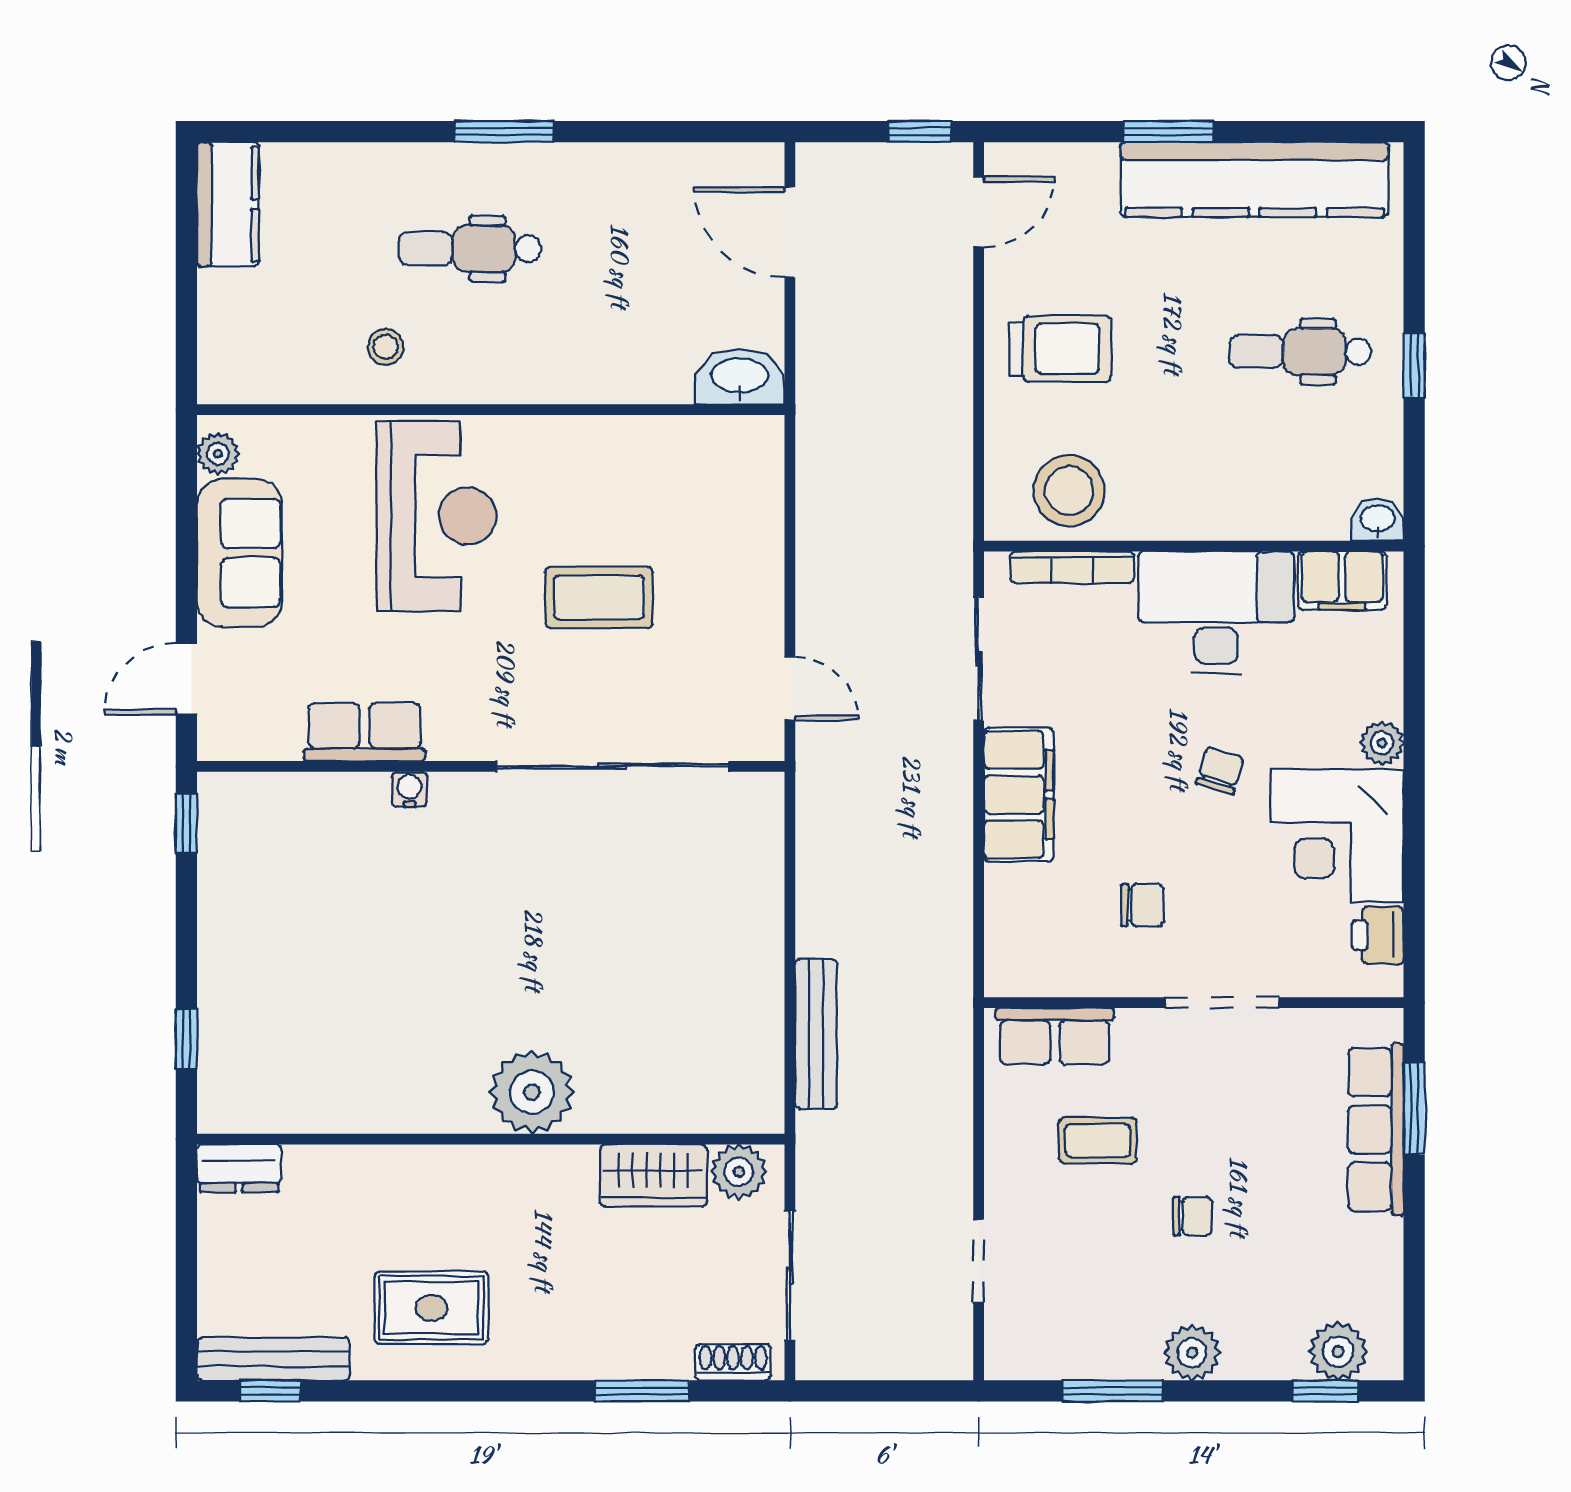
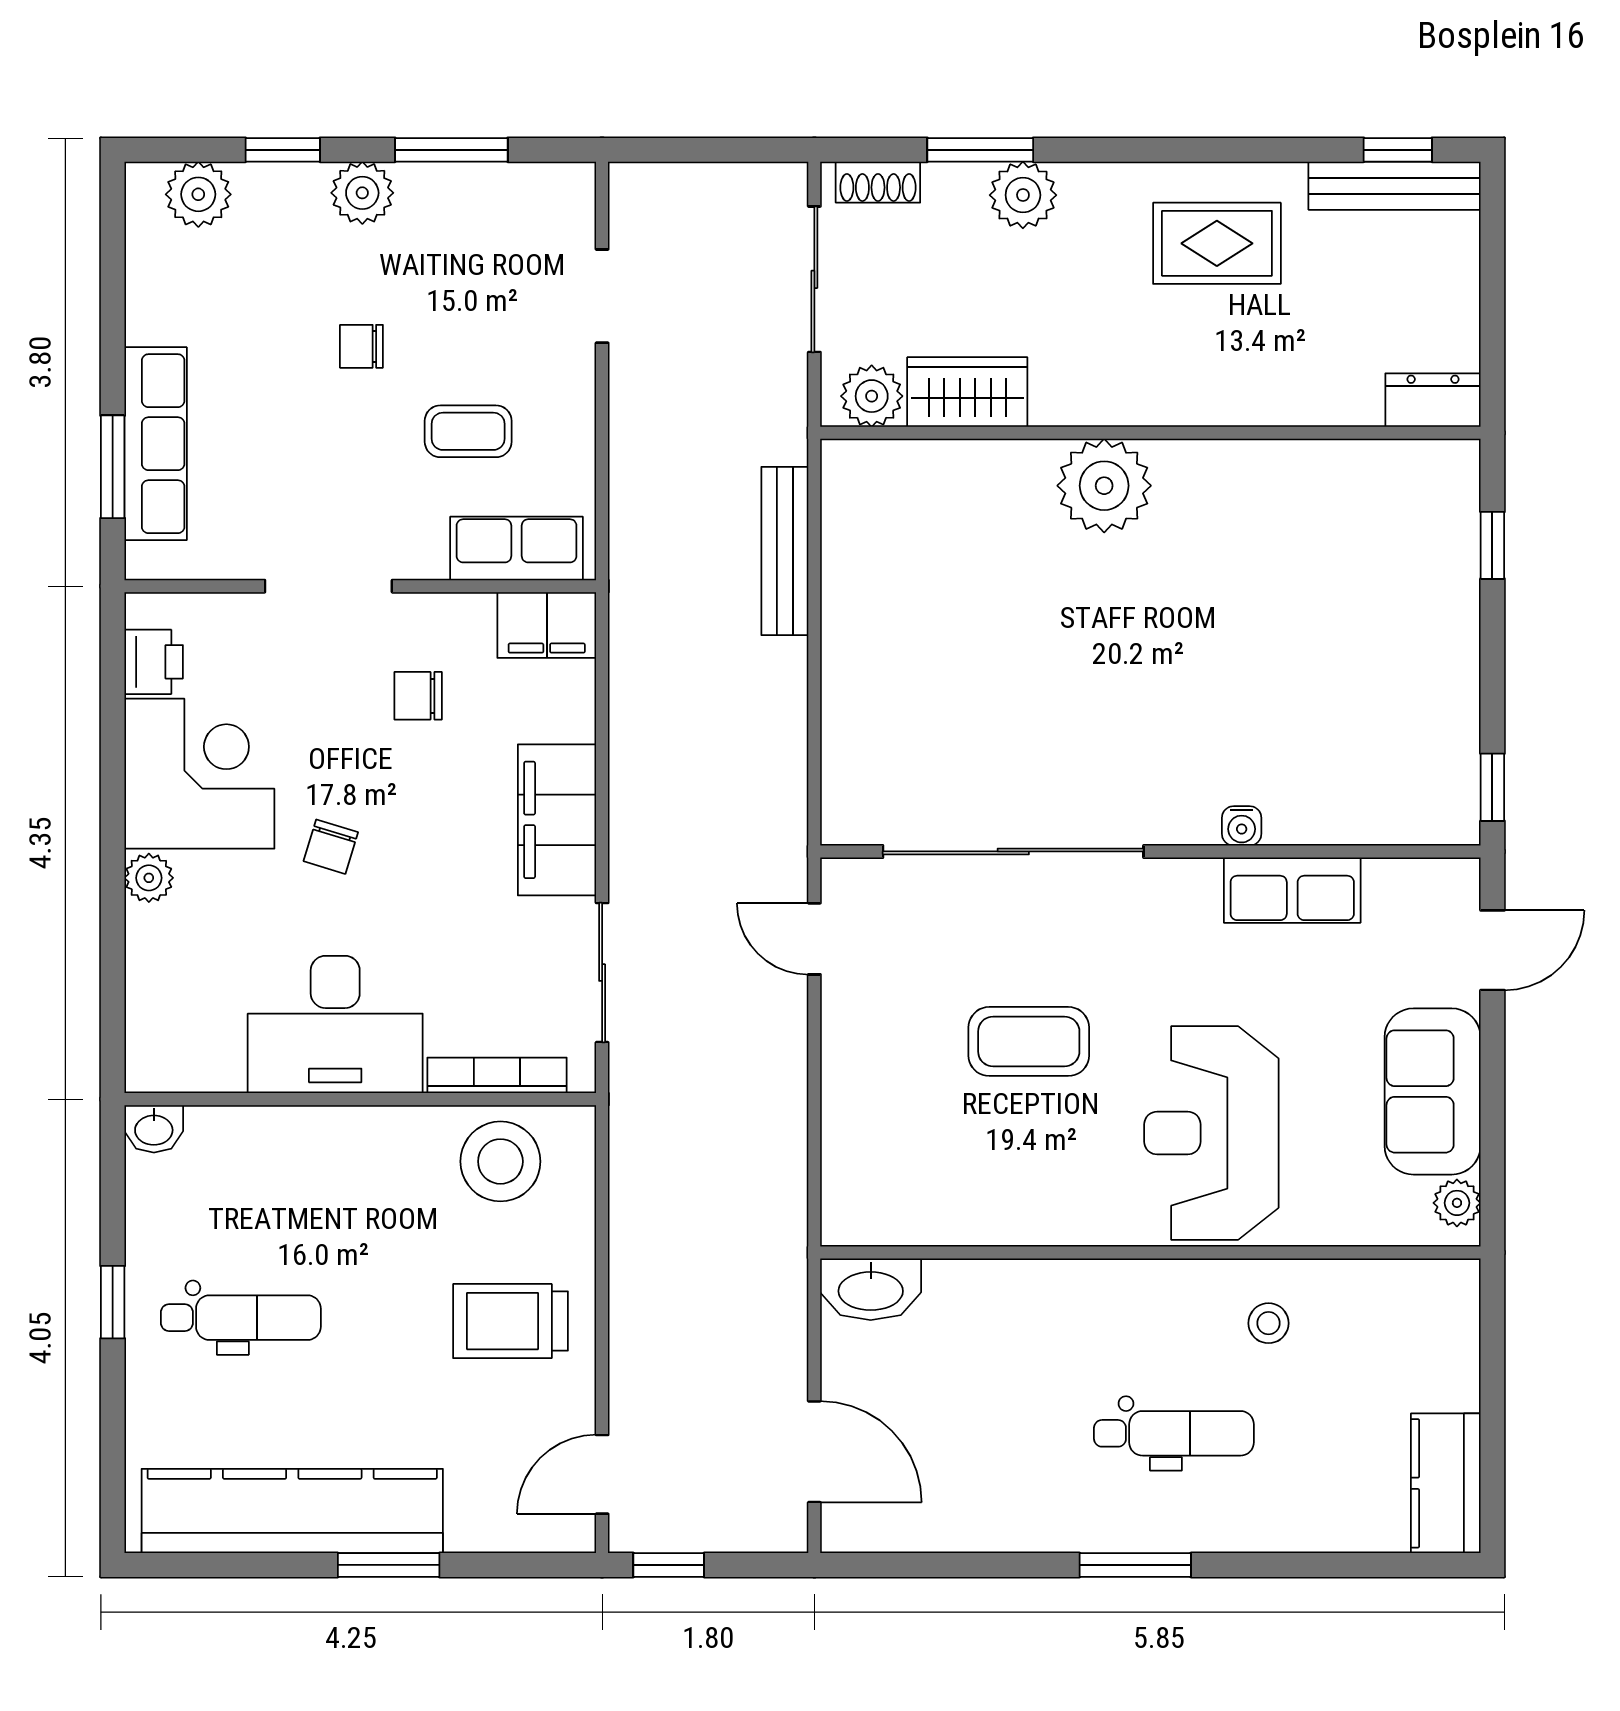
filing cabinet: (1342, 581) -> (547, 625), moved, turned 180
plant: (604, 1351) -> (1023, 195), added
window: (1325, 1391) -> (283, 150), moved

